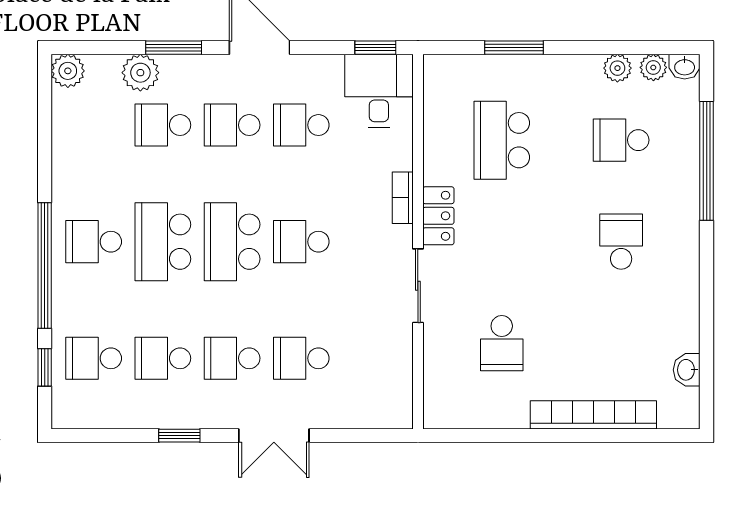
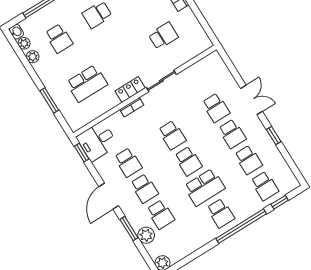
school desk: (232, 242) -> (188, 161), width x0.54

